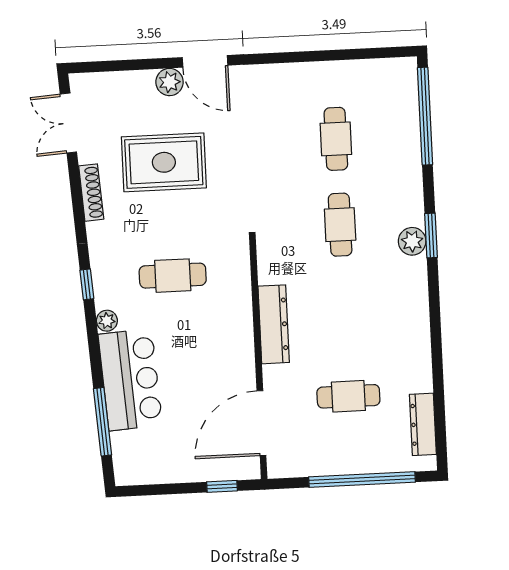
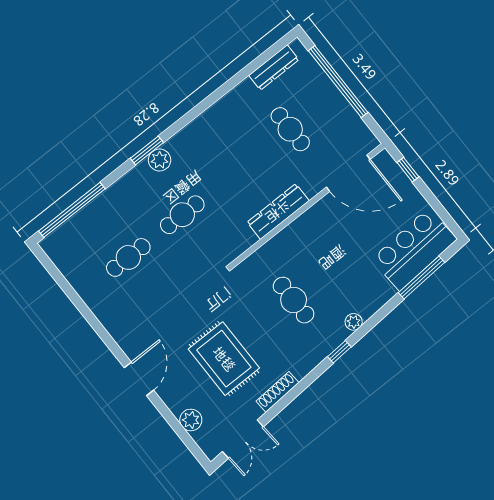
plant: (170, 82) -> (191, 420), moved
bar counter: (130, 380) -> (414, 249), moved

